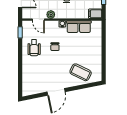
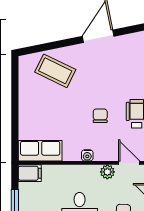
row of seats: (79, 27) -> (40, 151), moved

